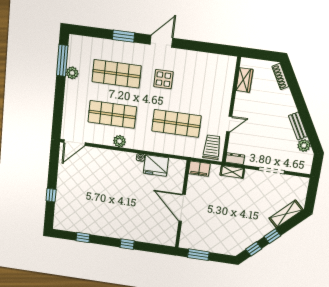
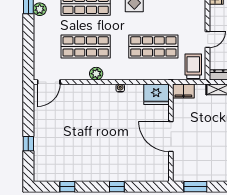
fridge: (156, 165) -> (156, 94), moved

